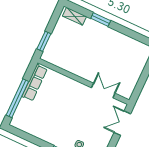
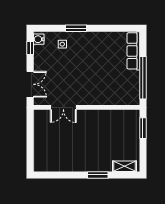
row of seats: (35, 83) -> (133, 51), moved
window: (17, 98) -> (143, 78), moved

